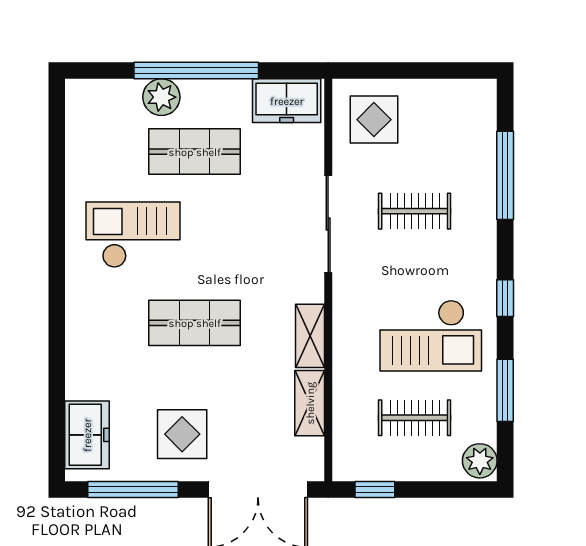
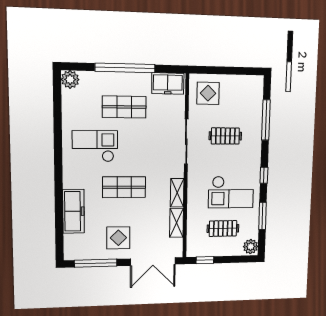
plant: (161, 97) -> (70, 79), moved
freezer: (87, 435) -> (73, 211), moved, width x1.40

